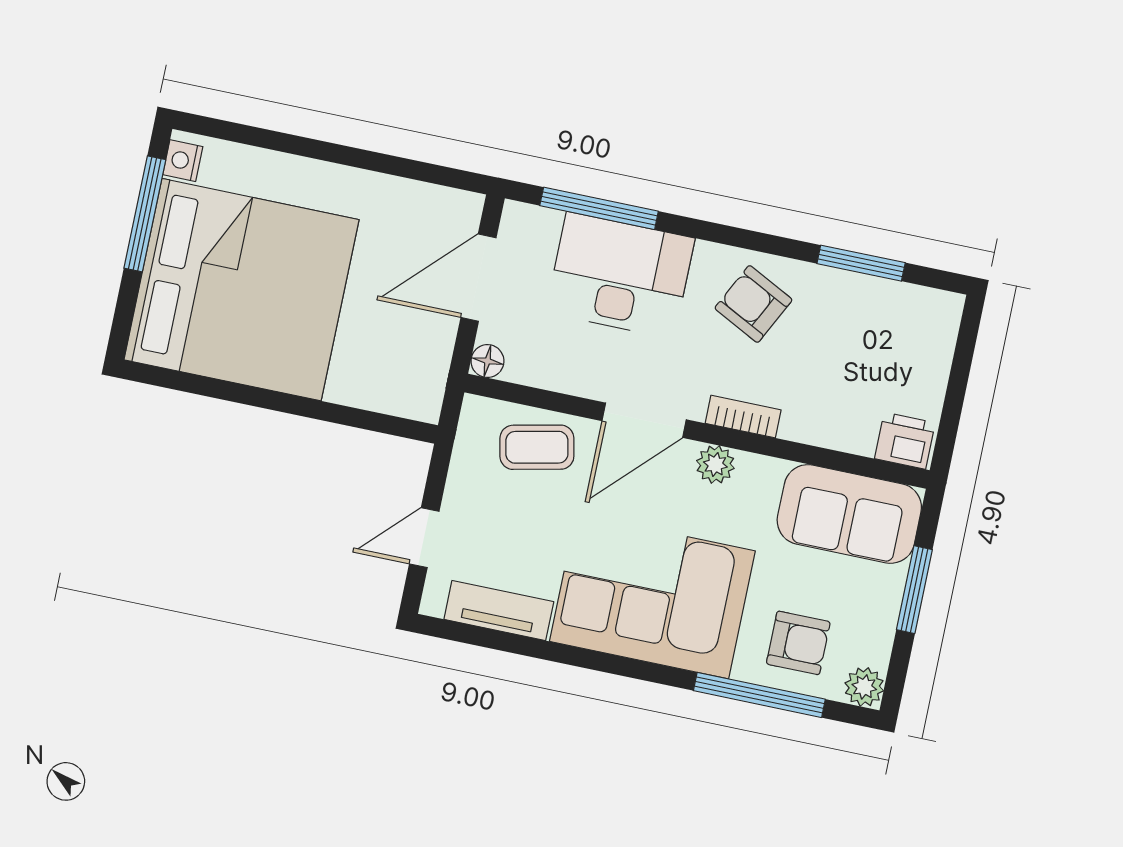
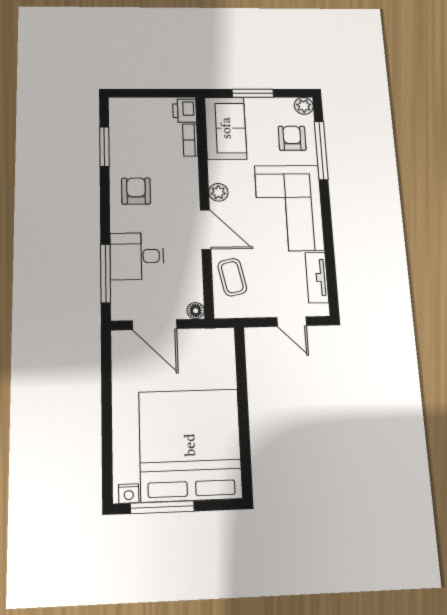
desk: (620, 275) -> (137, 256), width x0.73
armchair: (753, 304) -> (136, 191), turned 153
bookcase: (743, 417) -> (190, 140), moved

